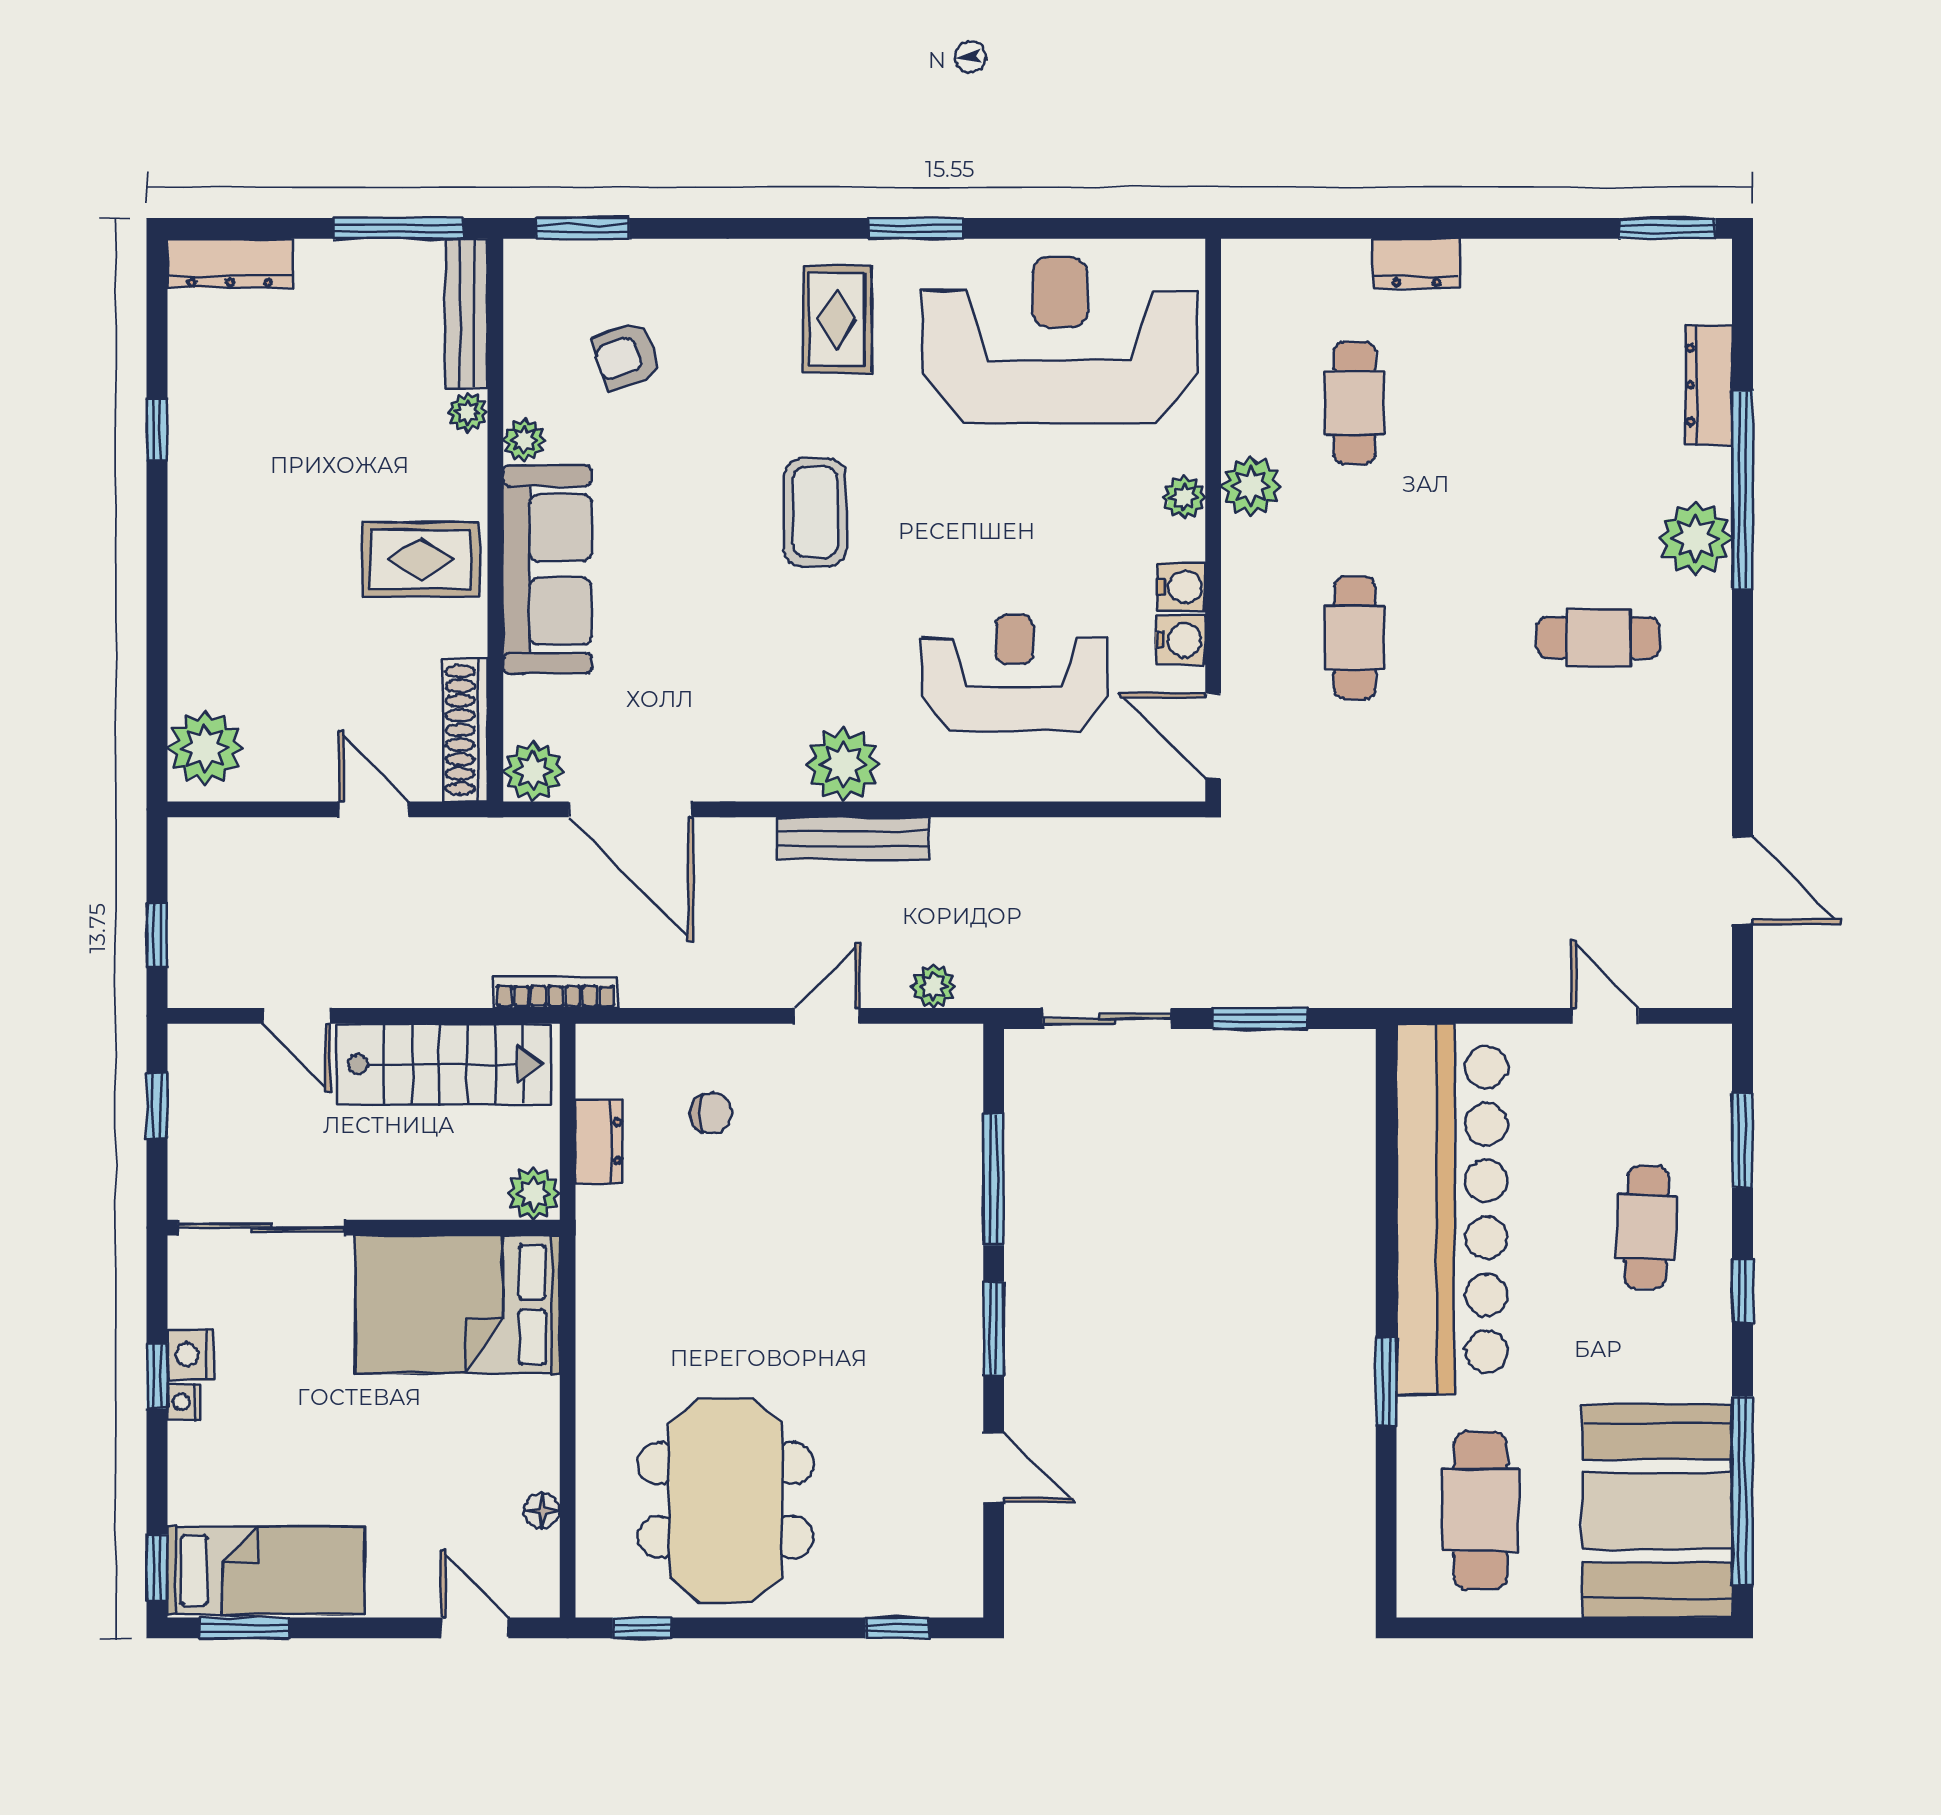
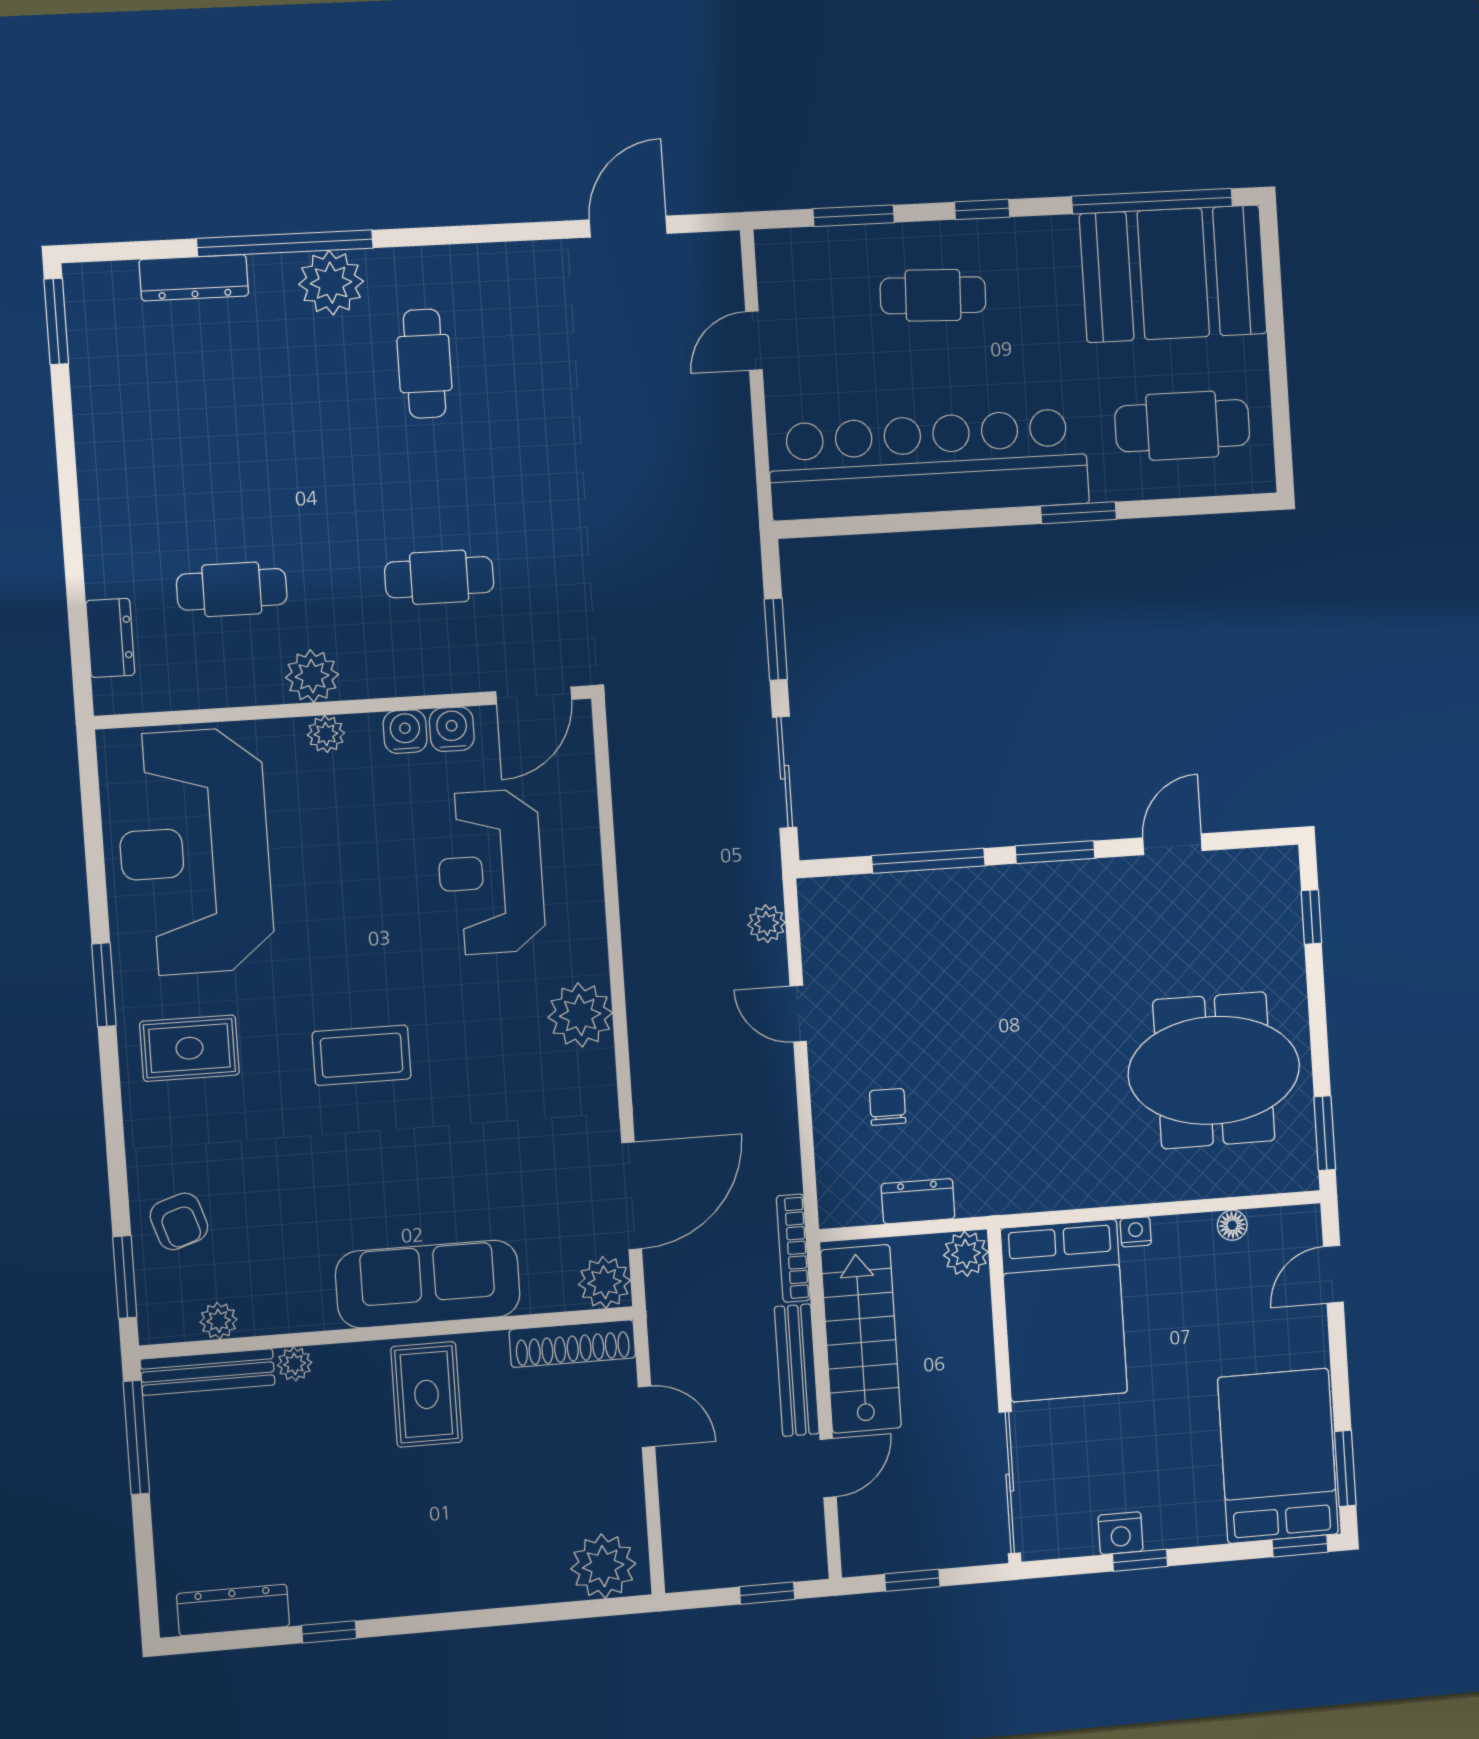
dresser: (230, 263) -> (233, 1610), moved, turned -90
dresser: (1416, 263) -> (110, 638), moved
armchair: (626, 356) -> (179, 1221), moved
plant: (524, 440) -> (219, 1321), moved
door: (374, 809) -> (646, 1417), swing flipped
bench: (853, 838) -> (797, 1370), moved
nightstand: (184, 1402) -> (1136, 1232), moved, turned 180
bed: (266, 1570) -> (1278, 1456), width x1.50
window: (642, 1628) -> (1325, 1133), width x1.50

